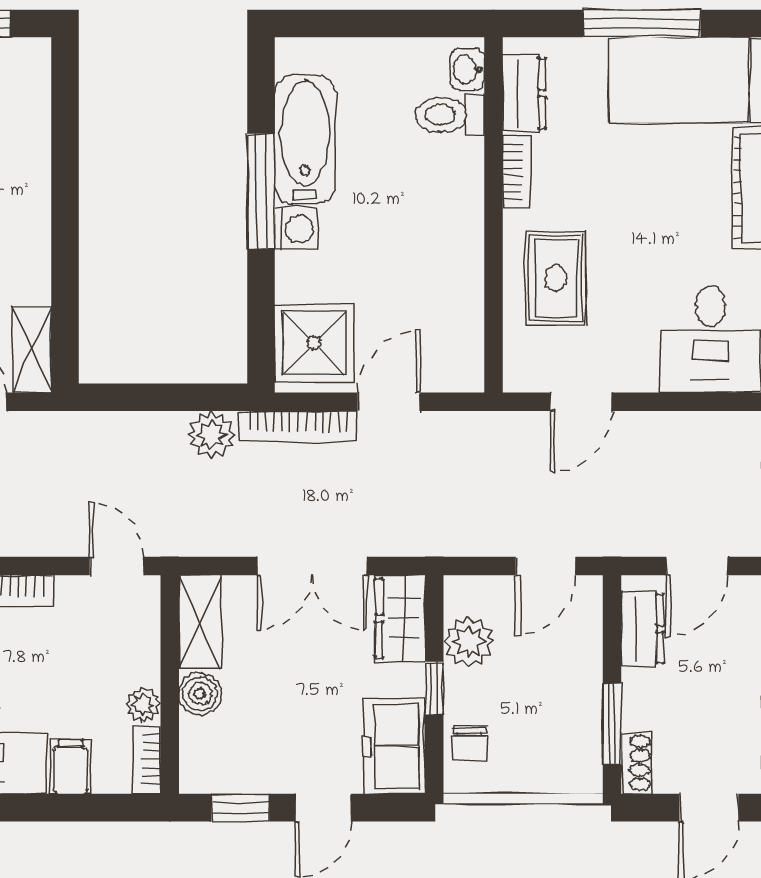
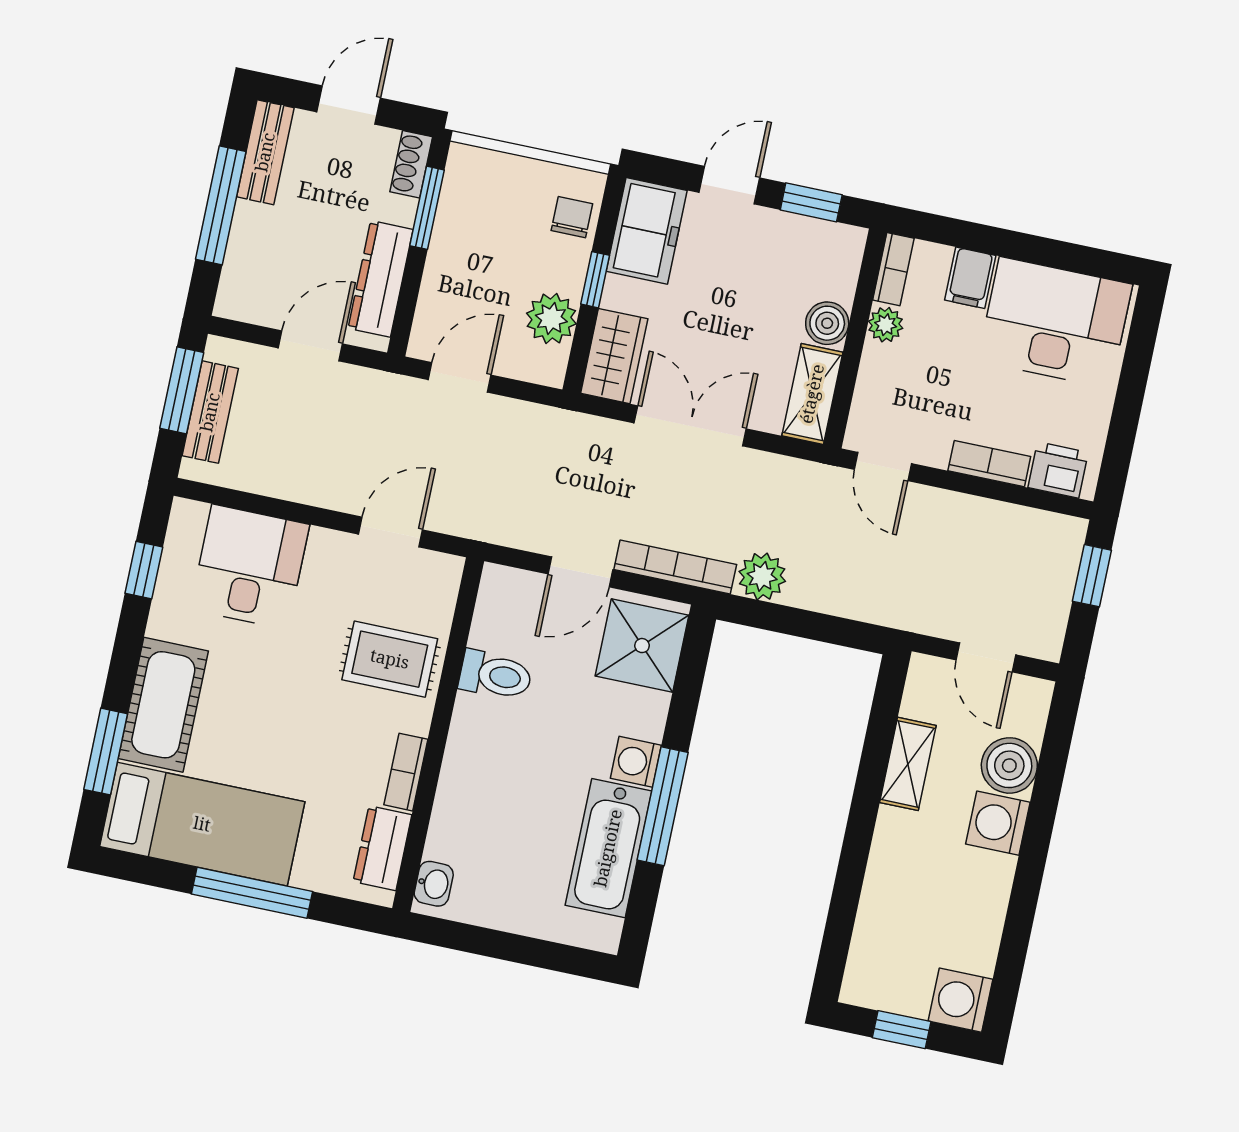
toilet: (450, 115) -> (495, 675), moved
rug: (556, 278) -> (390, 659), turned 90
shelving: (32, 349) -> (908, 764), moved
dresser: (643, 629) -> (381, 279), width x1.44

